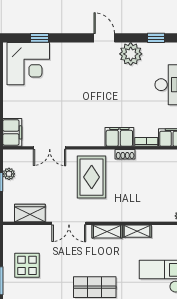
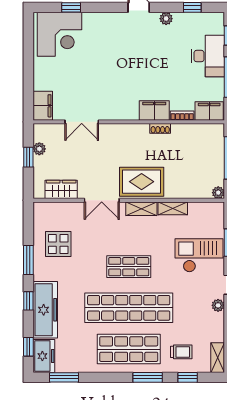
plant: (131, 54) -> (166, 19), width x0.53, depth x0.53
rug: (92, 177) -> (142, 182), moved, turned 90

